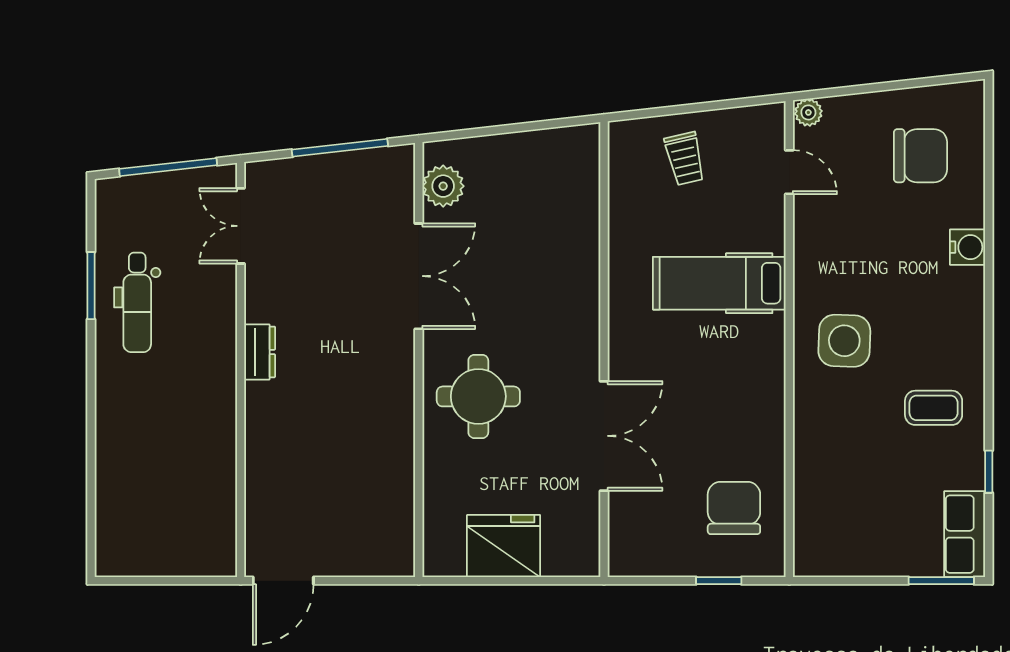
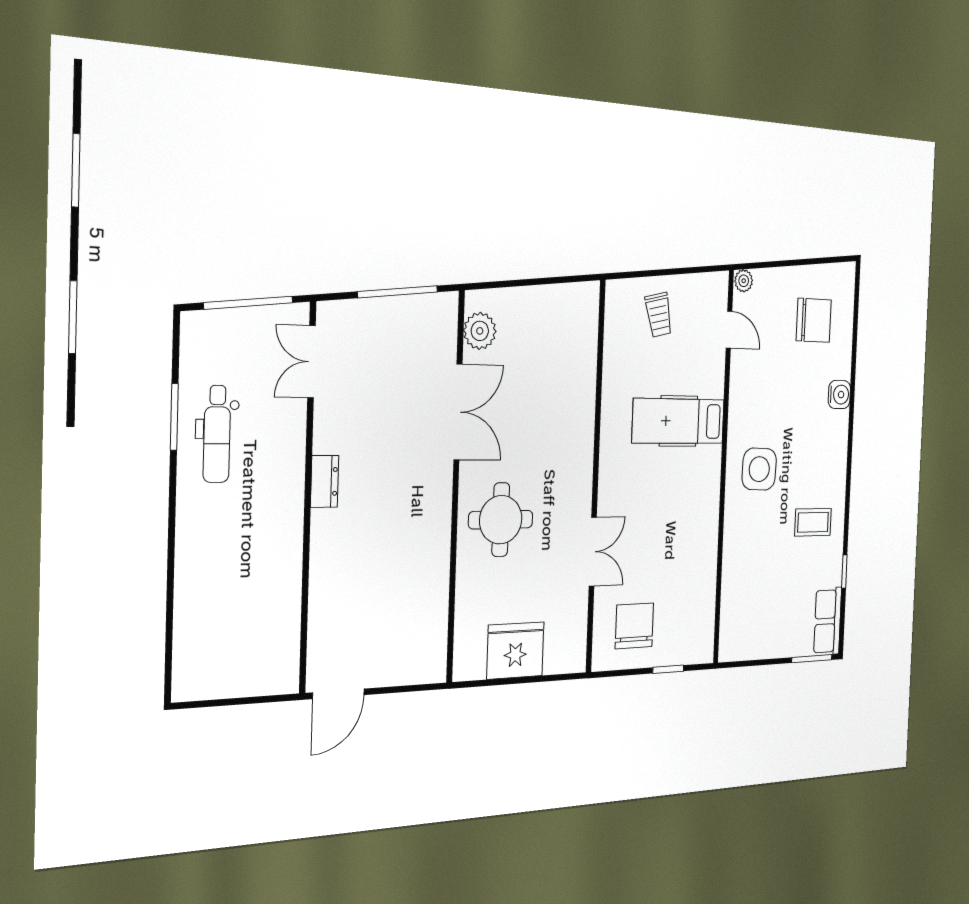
double door: (604, 436) -> (593, 552), width x0.73
chair: (734, 508) -> (634, 626), moved

